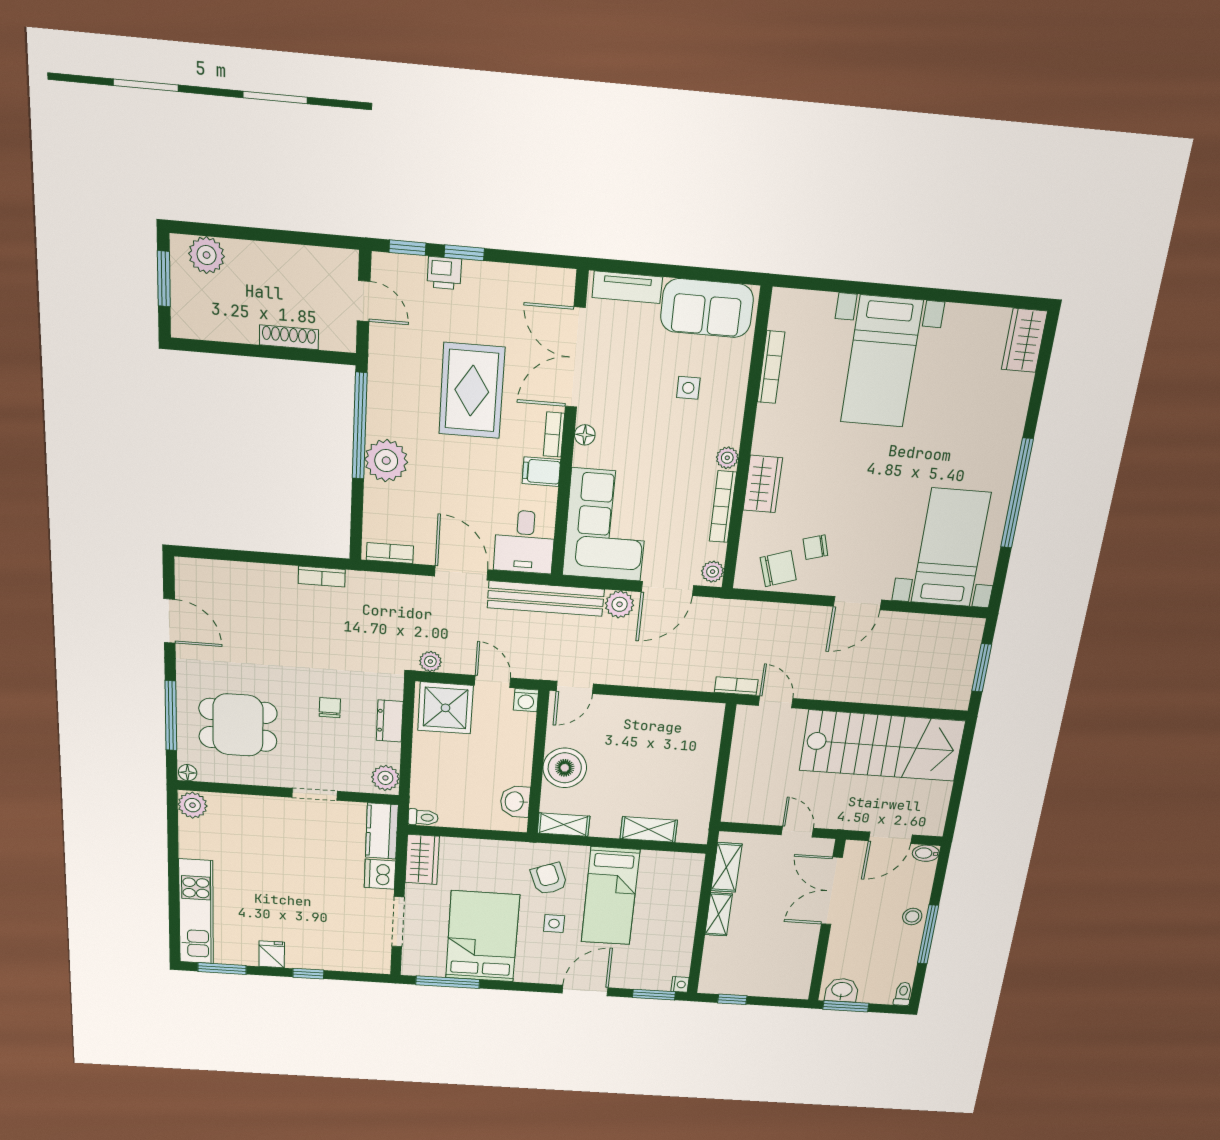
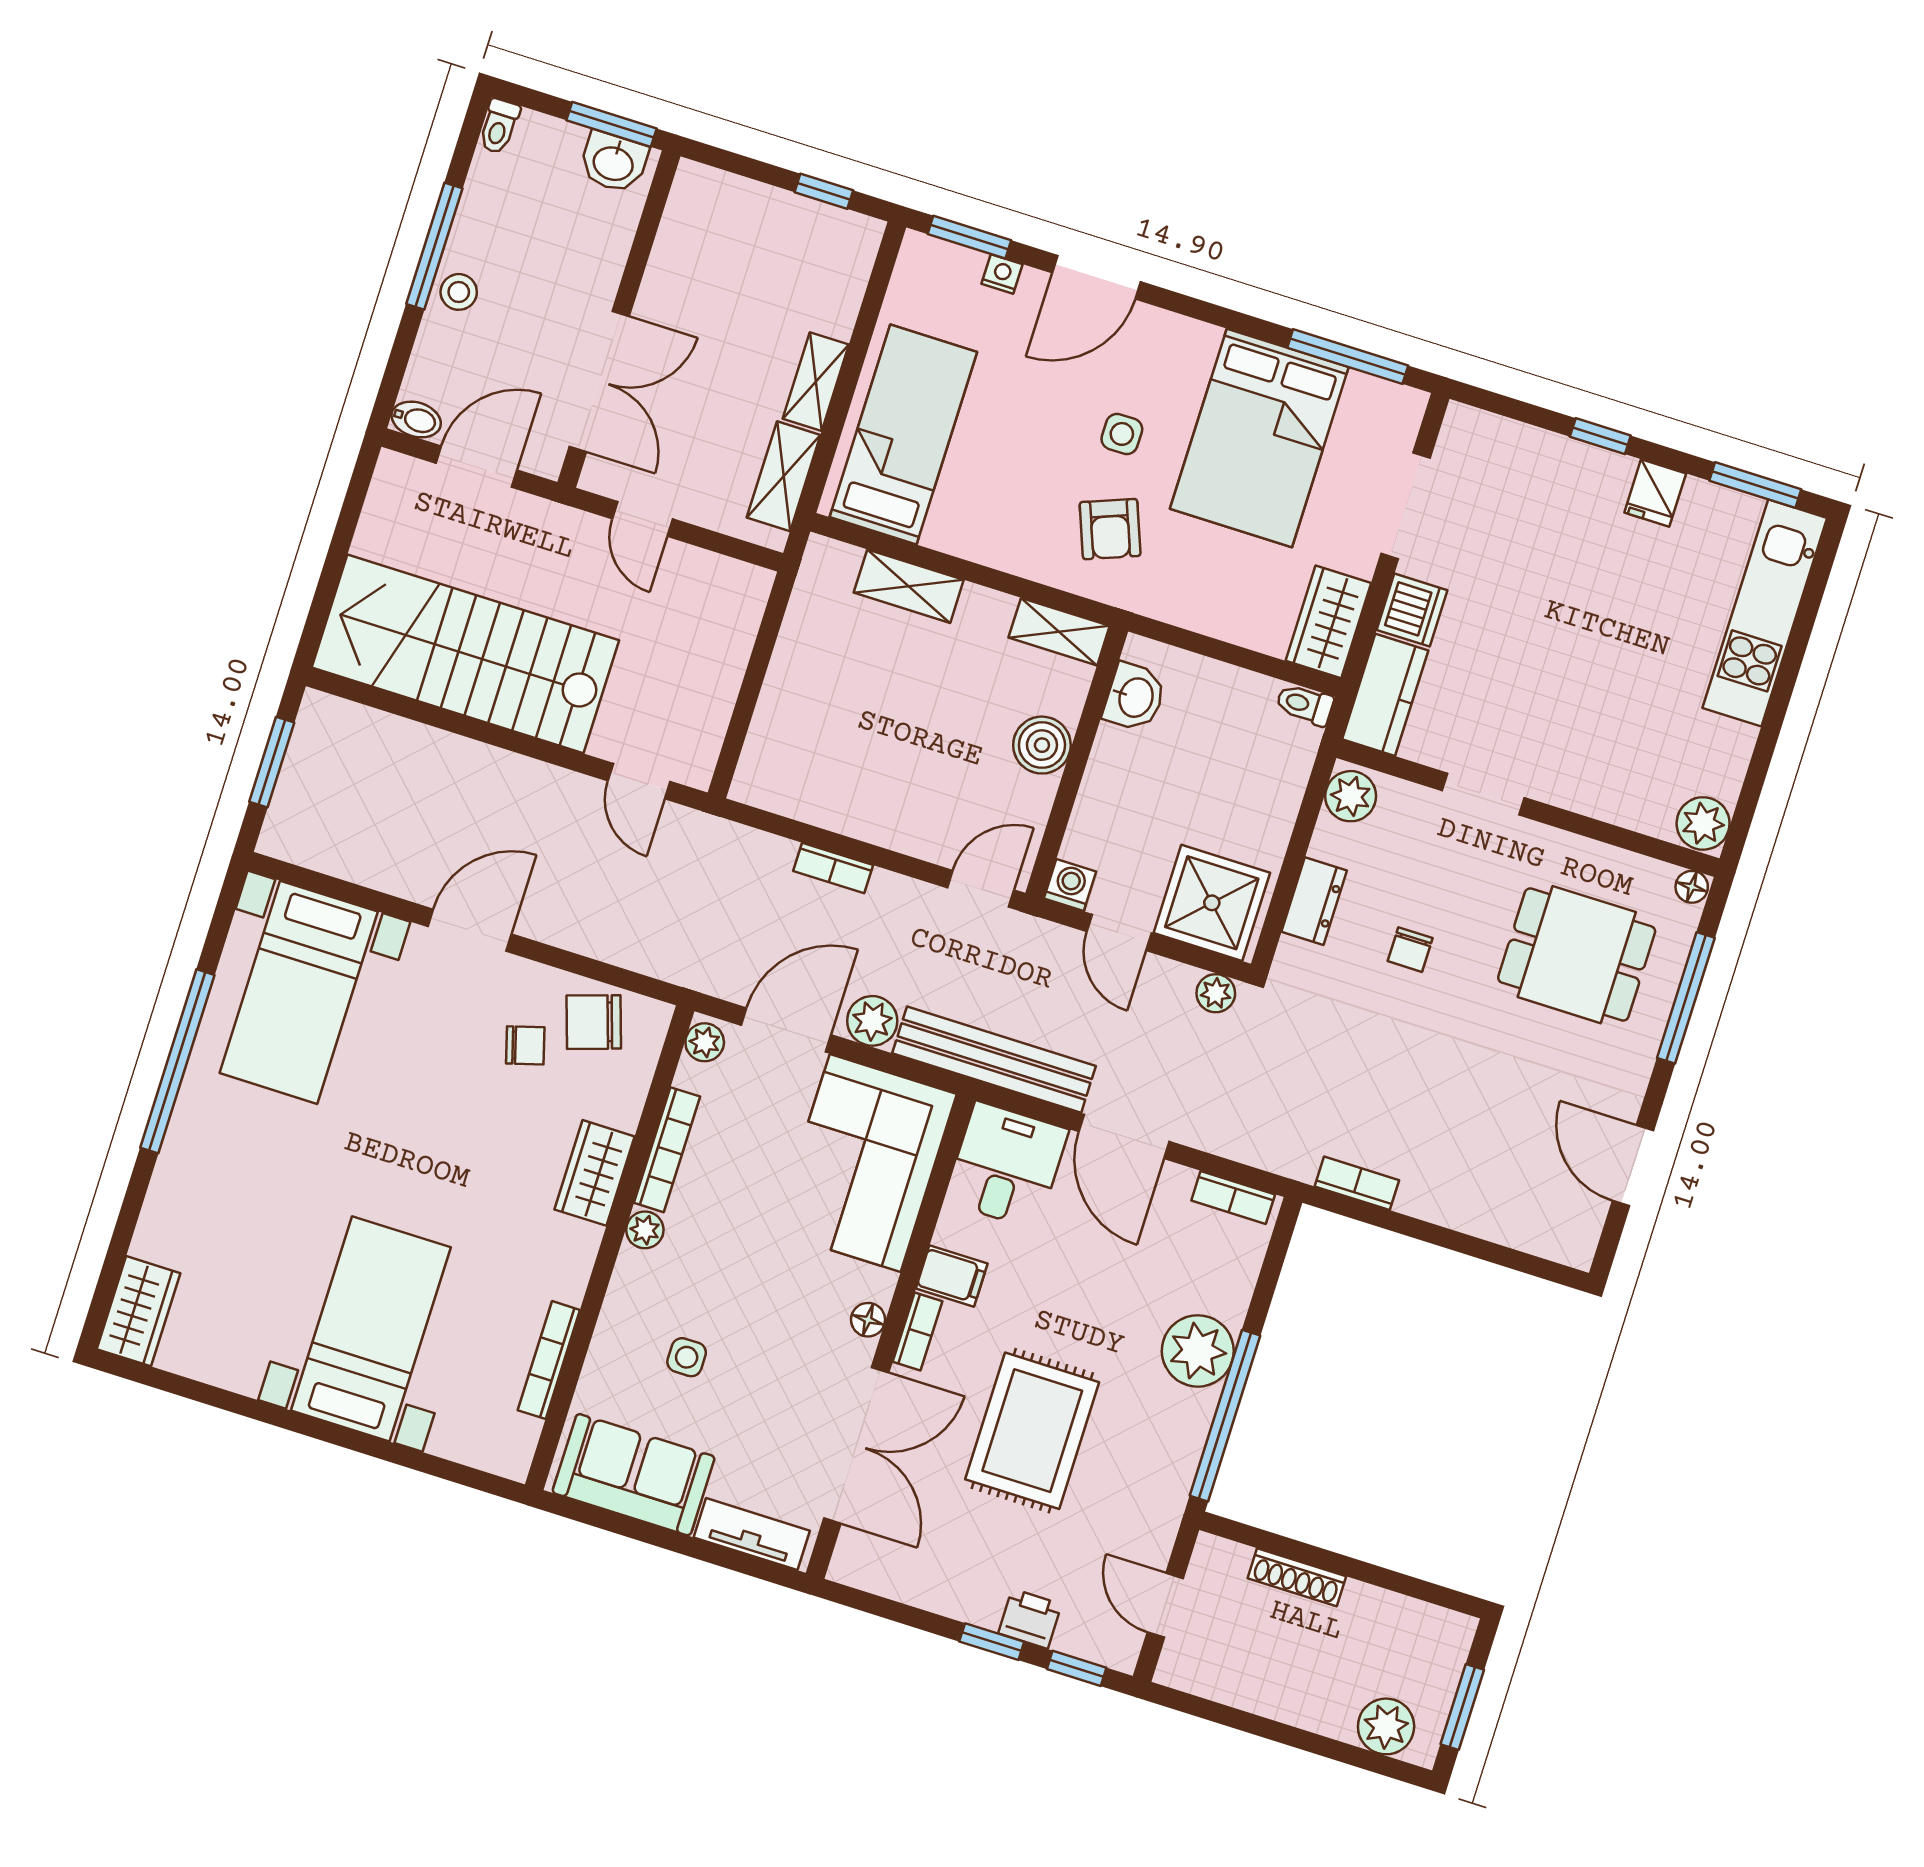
bookcase: (736, 686) -> (833, 868), moved
boiler: (565, 768) -> (1042, 745), width x0.73, depth x0.73
bed: (610, 896) -> (903, 434), moved
nightstand: (680, 984) -> (1002, 274), moved, turned 90

